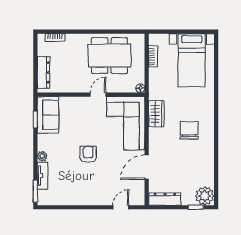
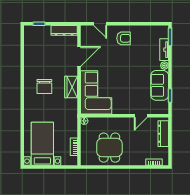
dining table: (109, 56) -> (109, 148), width x0.73
door: (98, 95) -> (141, 116), moved
wardrobe: (156, 114) -> (71, 87), moved
sofa: (48, 115) -> (160, 85), moved
armchair: (88, 154) -> (124, 38), moved, turned -90
plant: (205, 196) -> (32, 33), removed
door: (121, 207) -> (100, 24), hinge flipped

